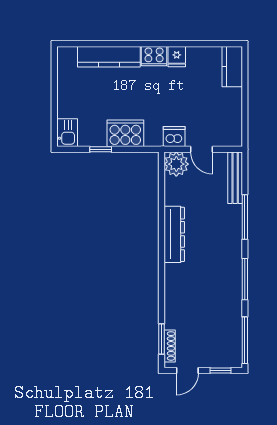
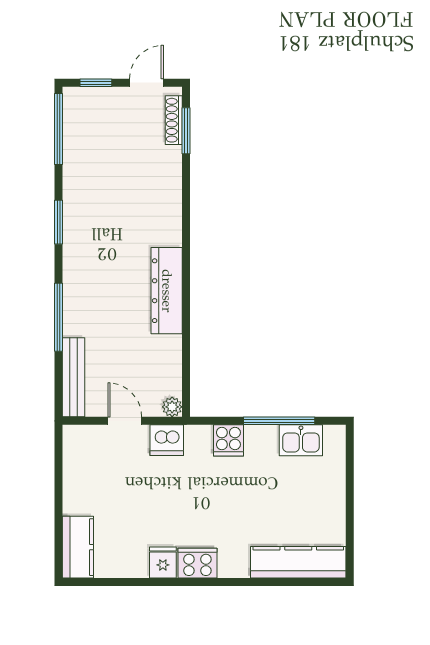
kitchen counter: (109, 57) -> (298, 562), moved
kitchen sink: (67, 133) -> (301, 440), moved, turned -90
cooker: (125, 133) -> (228, 440), width x0.53, depth x0.76
window: (101, 149) -> (279, 421), width x2.17
plant: (176, 164) -> (172, 407), width x0.53, depth x0.53
window: (245, 279) -> (59, 222), width x0.69

